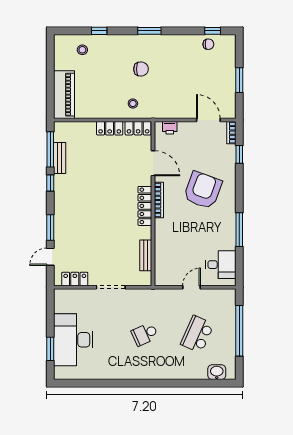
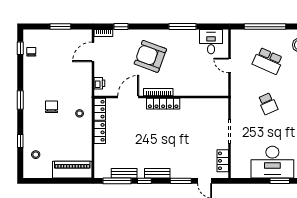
bench: (146, 255) -> (157, 173), moved

